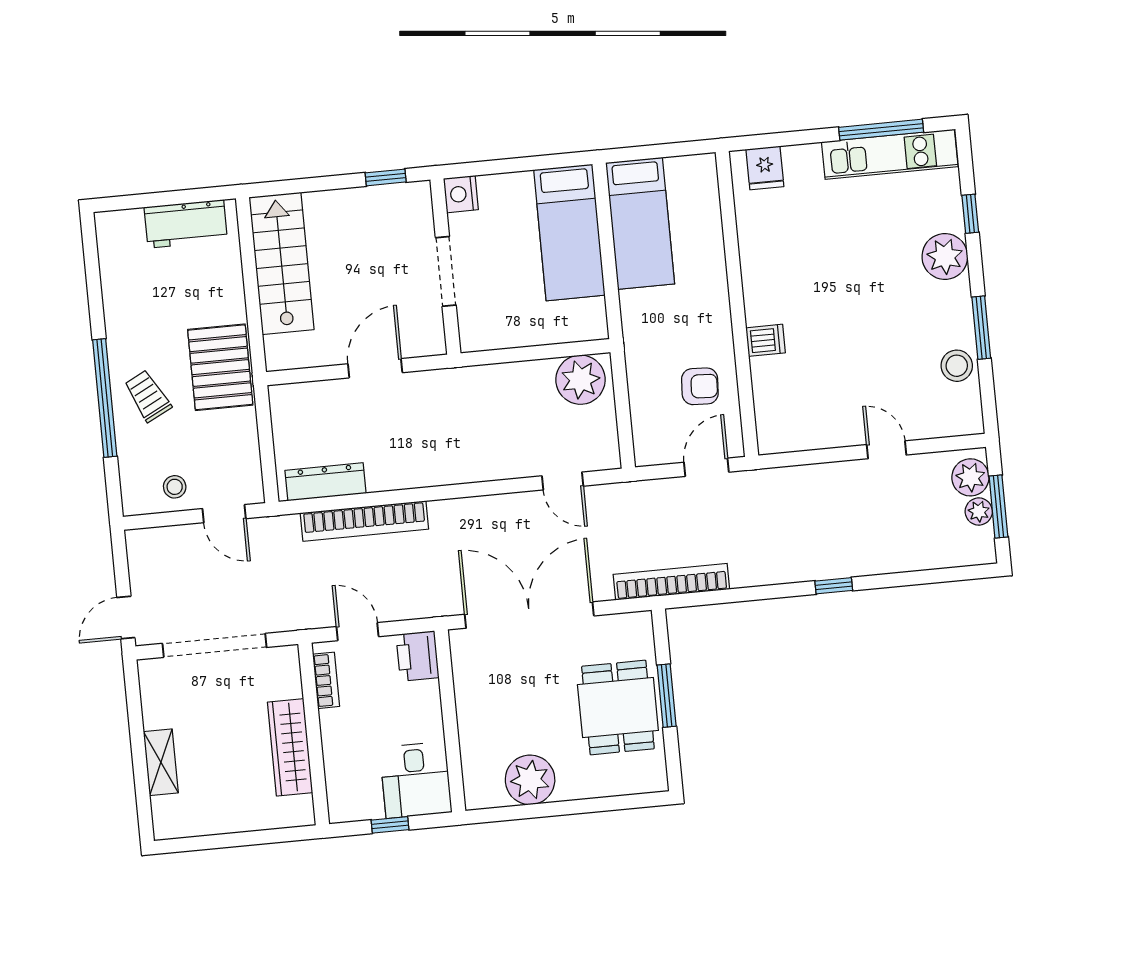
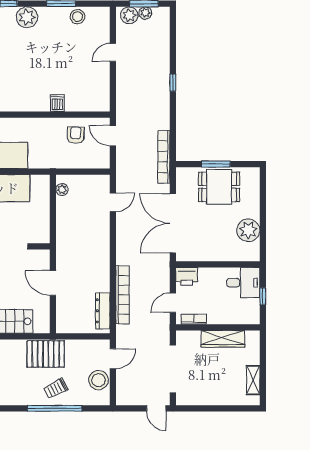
plant: (581, 380) -> (62, 190), width x0.53, depth x0.53
stool: (175, 487) -> (98, 380), width x1.89, depth x1.89
shelving: (161, 762) -> (253, 380), moved, turned 90

